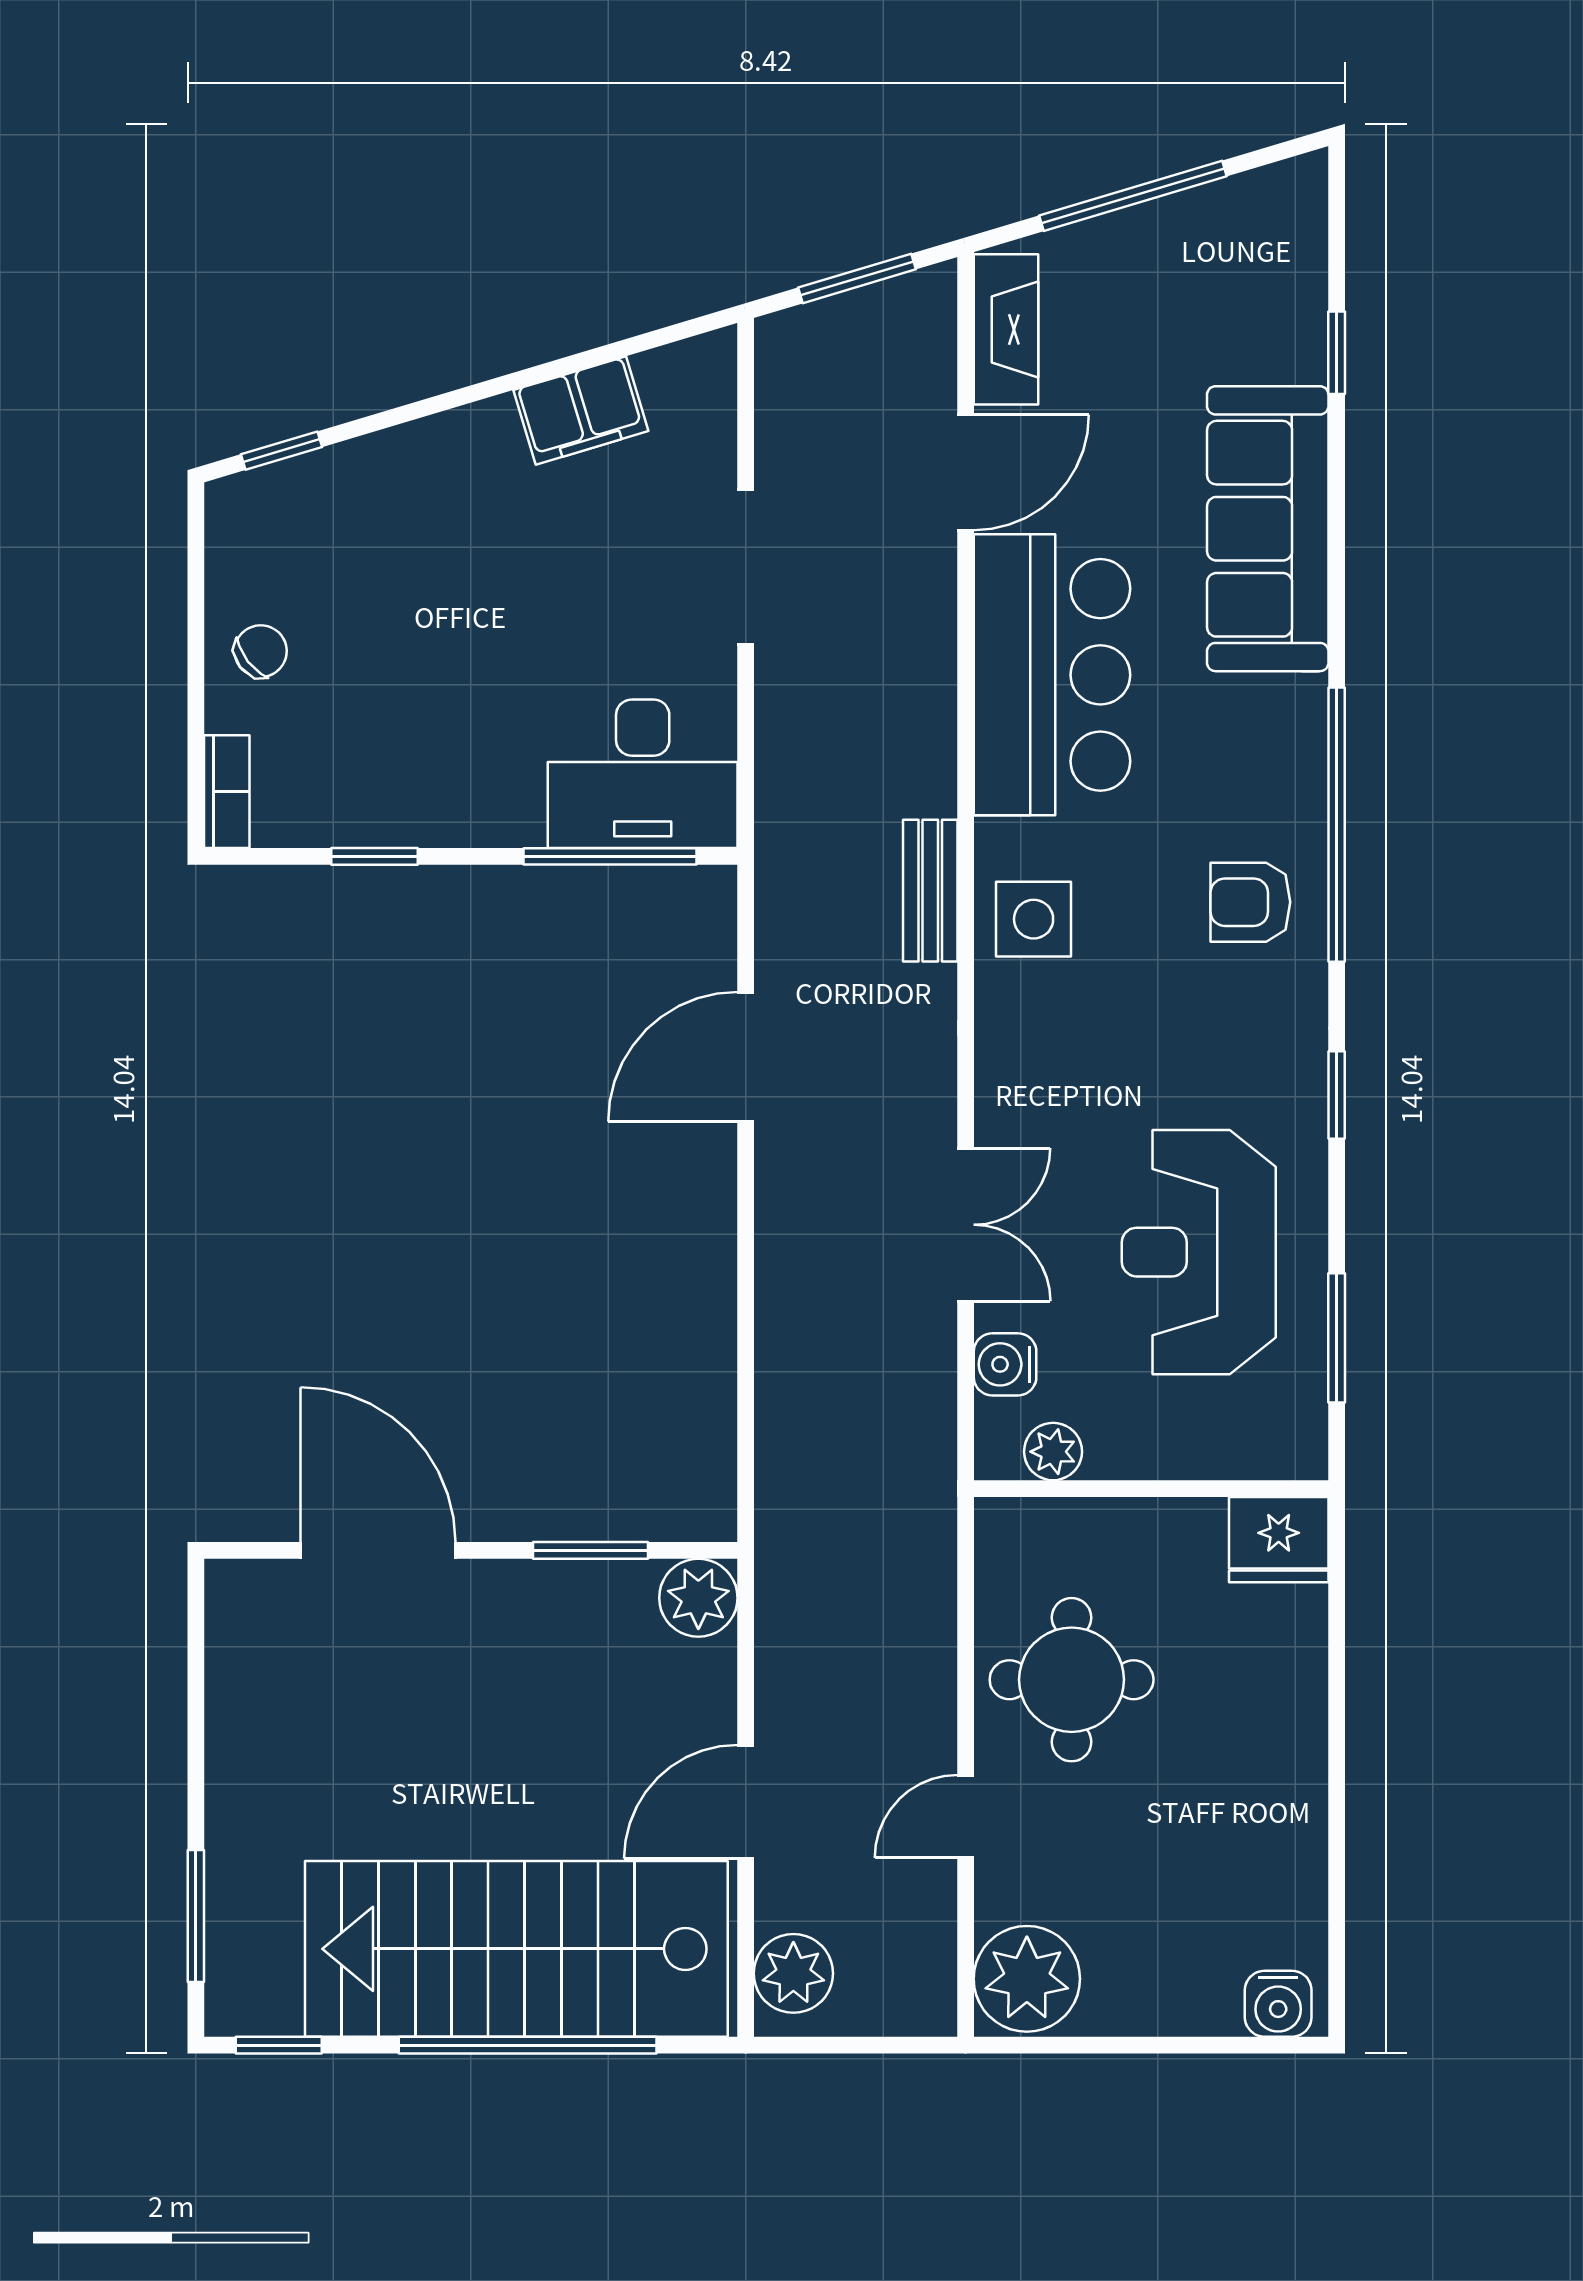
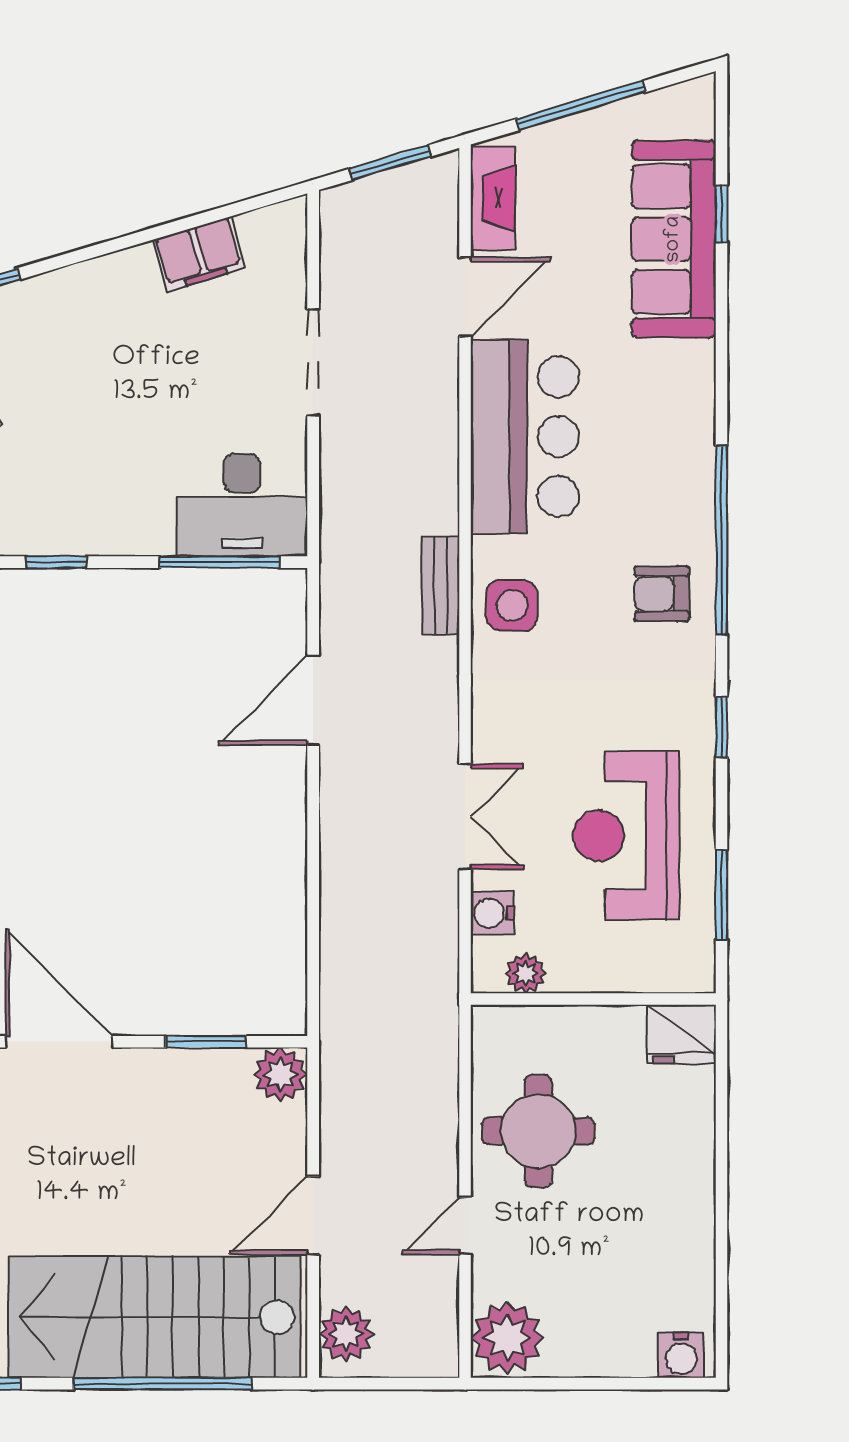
sofa: (1268, 529) -> (674, 239), moved

